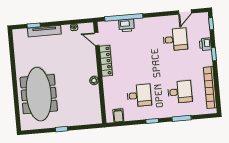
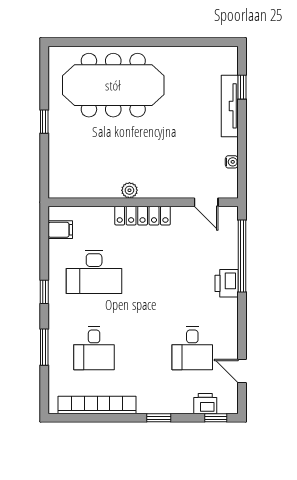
printer: (126, 25) -> (227, 283), moved
door: (97, 39) -> (206, 202), swing flipped
printer: (205, 44) -> (205, 404), moved
locker: (106, 61) -> (143, 216), moved
desk: (139, 95) -> (94, 272), width x1.37

